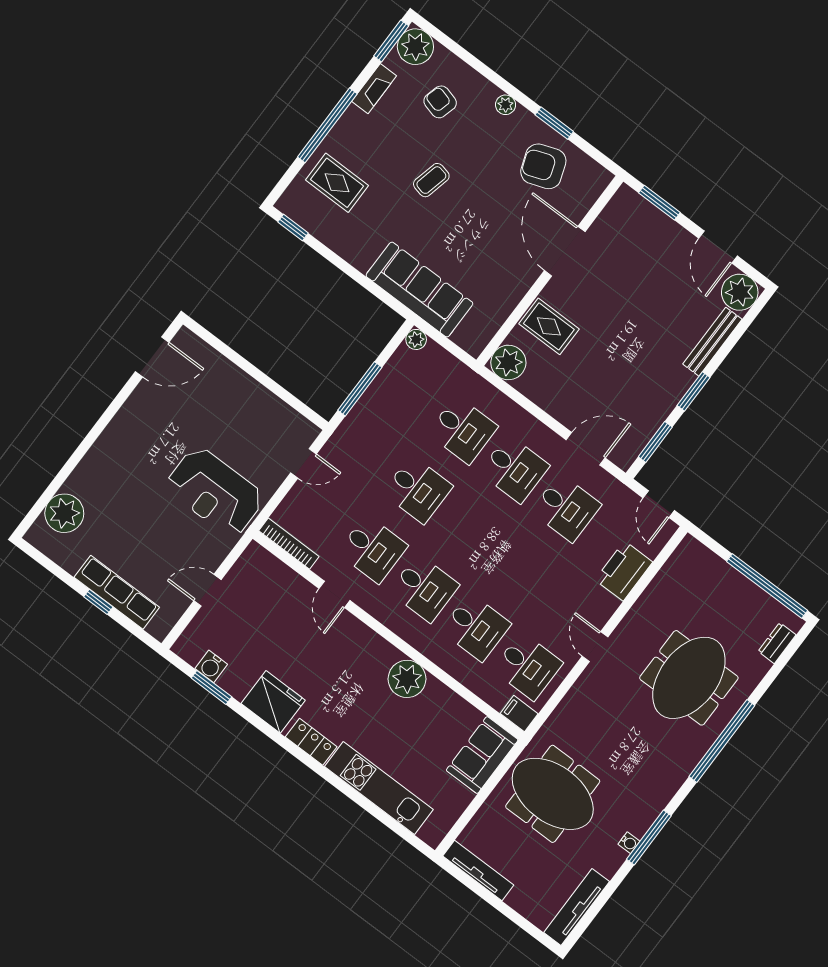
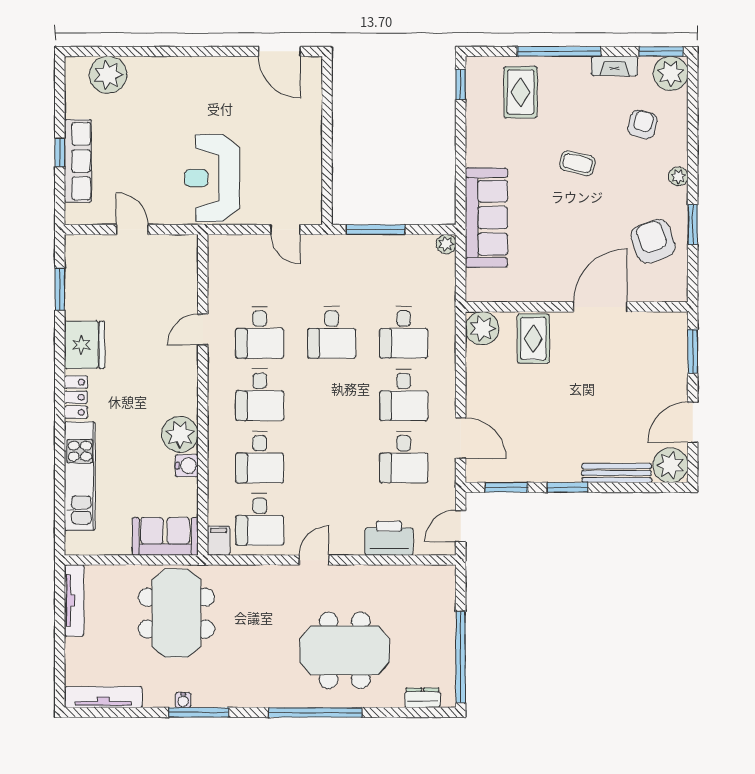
bookcase: (289, 544) -> (215, 265), removed
water cooler: (211, 666) -> (187, 466), moved, turned 180

